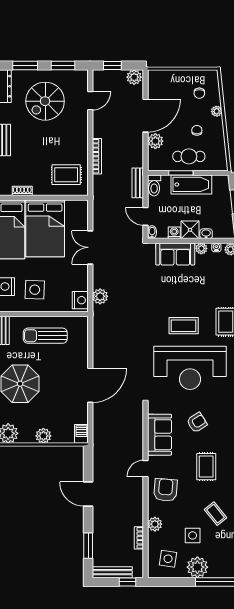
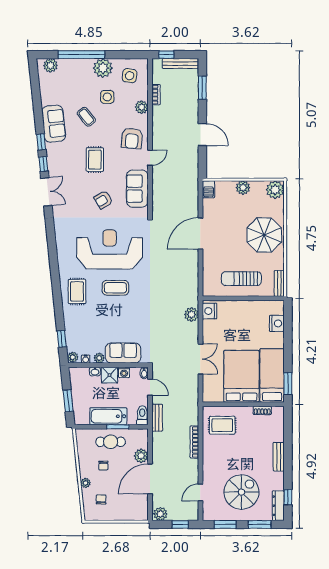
side table: (35, 290) -> (251, 321), removed
sun lounger: (45, 336) -> (241, 279), turned 180

